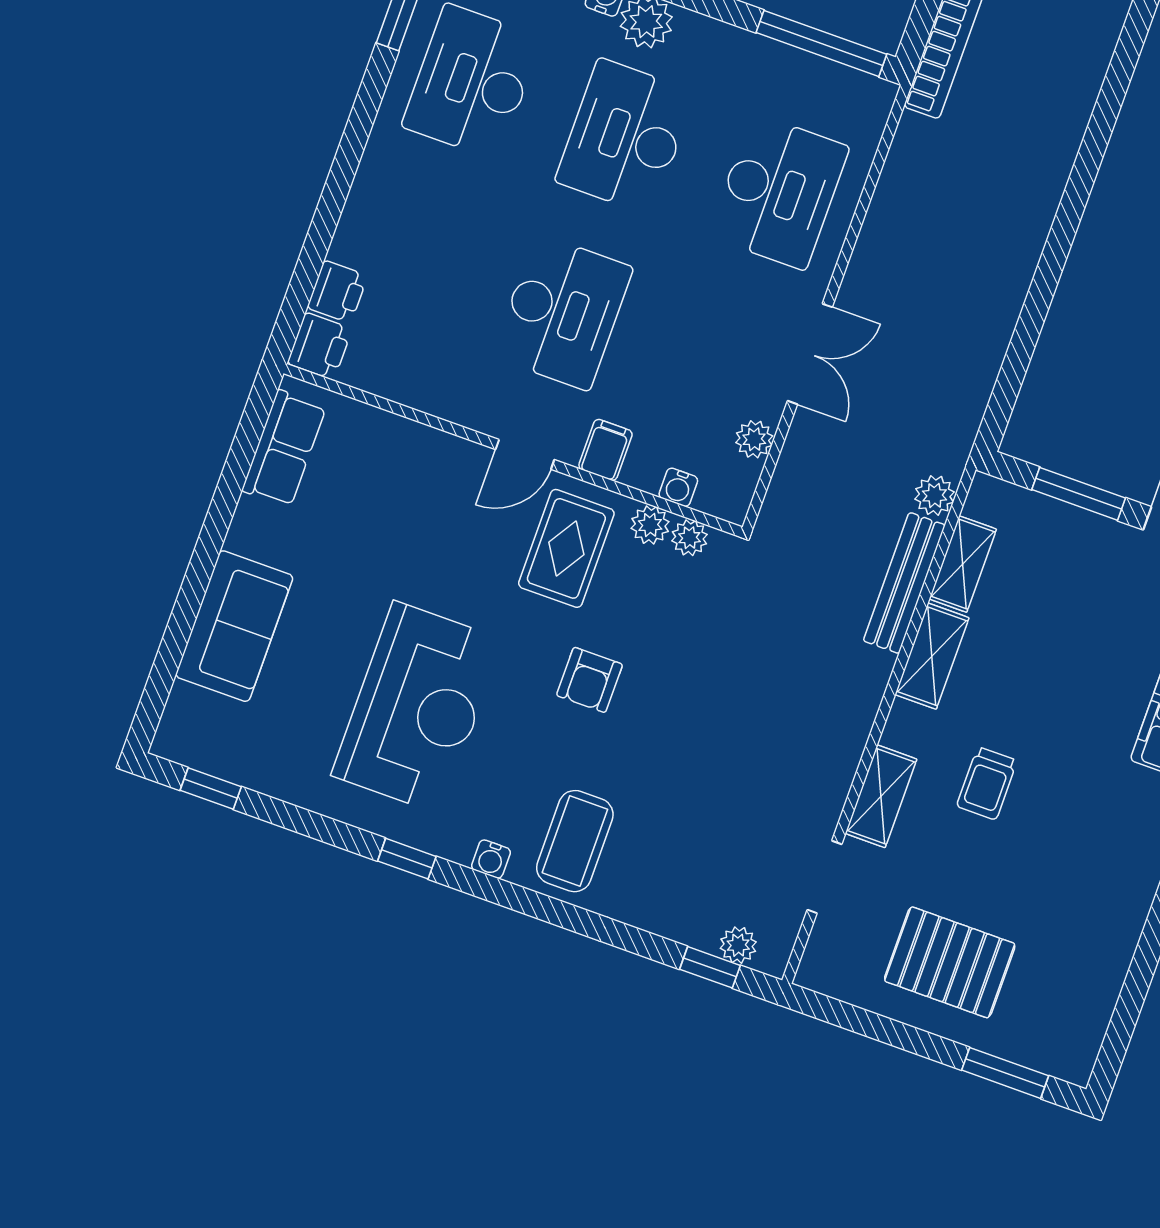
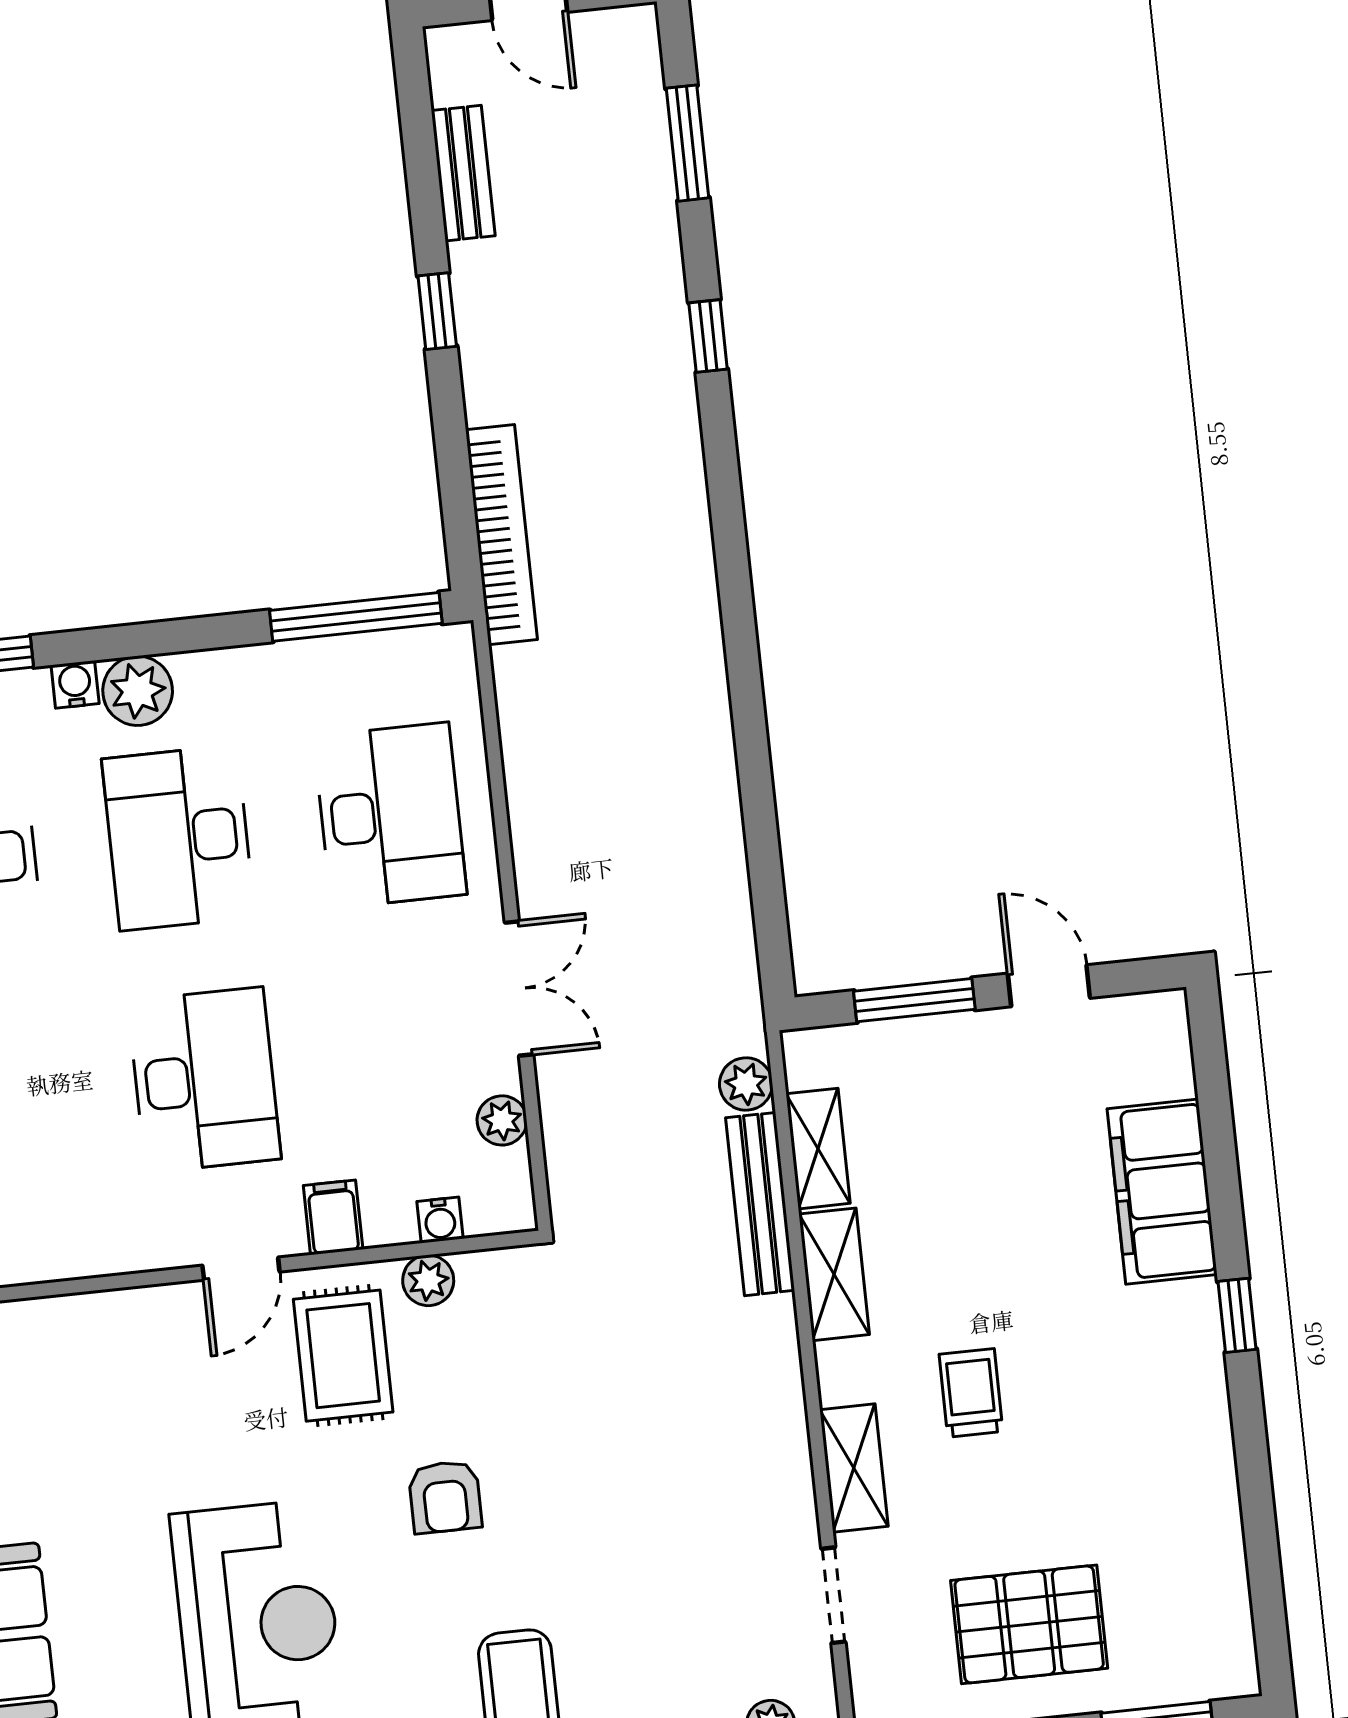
plant: (689, 538) -> (482, 1273), removed
trolley: (987, 783) -> (971, 1393), turned 180

